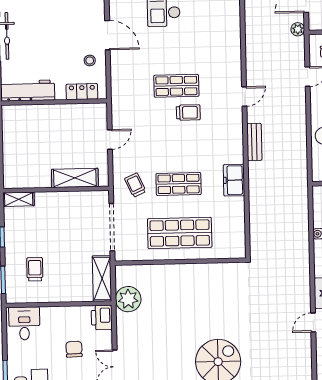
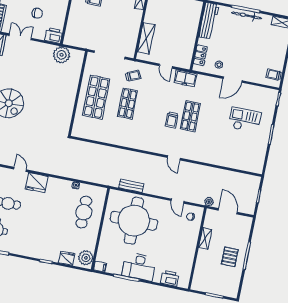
bench: (254, 142) -> (131, 186), moved
freezer: (234, 180) -> (185, 78), moved, turned 180
shelving: (102, 279) -> (78, 41), removed

